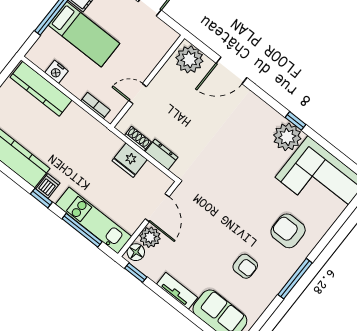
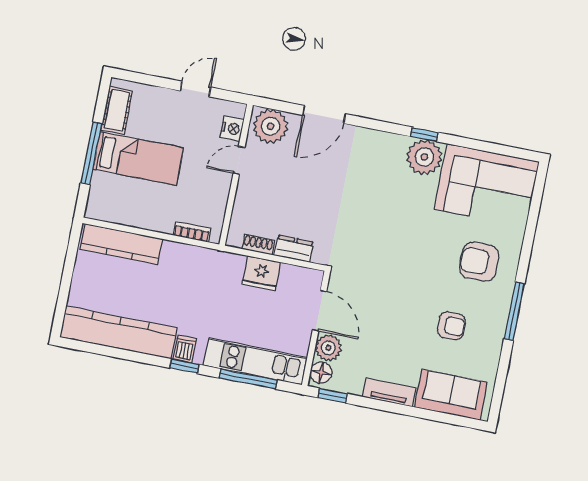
nightstand: (57, 72) -> (232, 129), moved, turned -90
door: (138, 94) -> (239, 160), moved

